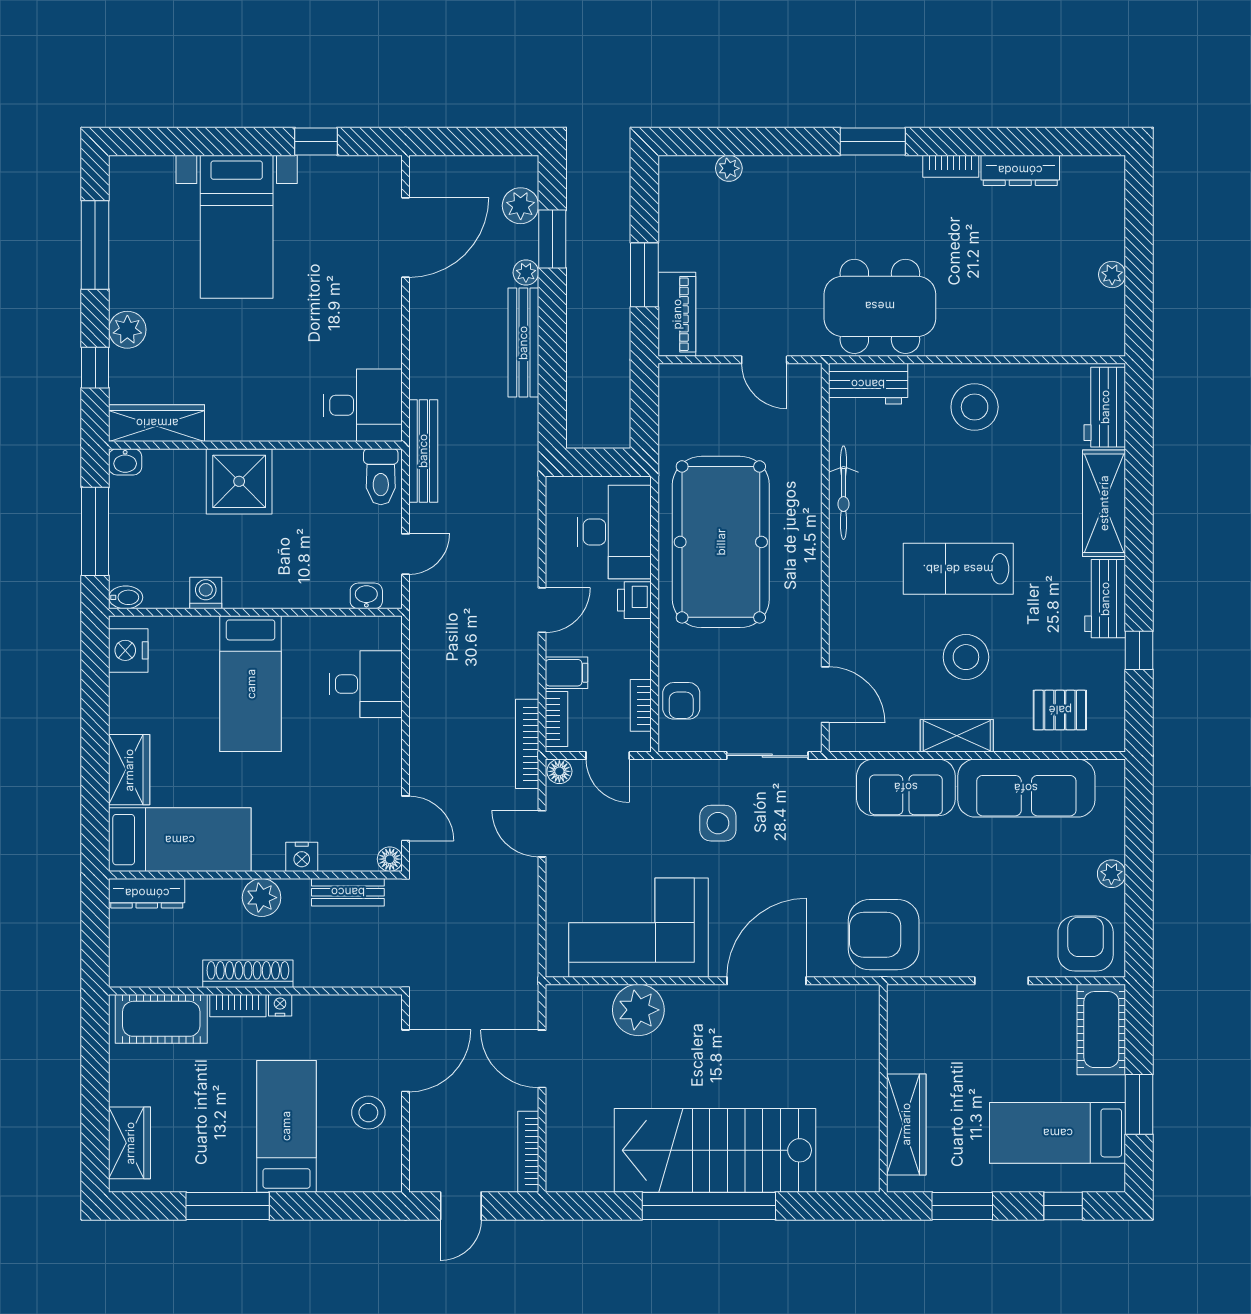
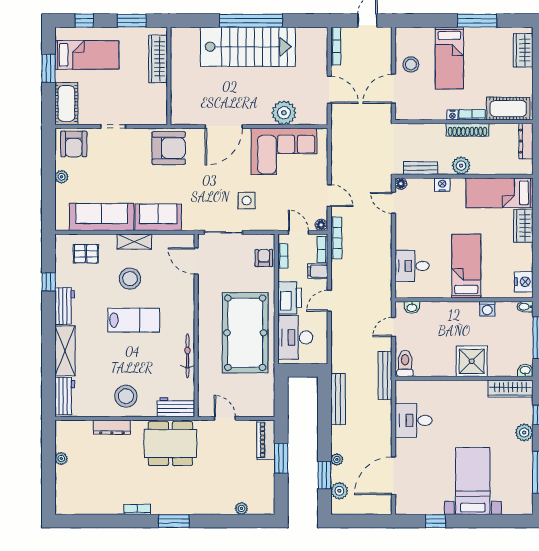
dresser: (1020, 170) -> (112, 427), moved, turned 180
bench: (523, 343) -> (338, 399), moved
desk: (363, 405) -> (413, 420), moved
printer: (634, 600) -> (290, 298), width x1.87, depth x1.48
dresser: (147, 893) -> (526, 141), moved, turned -90

